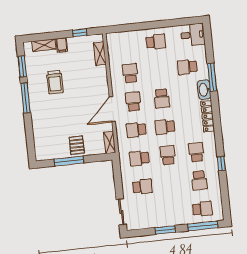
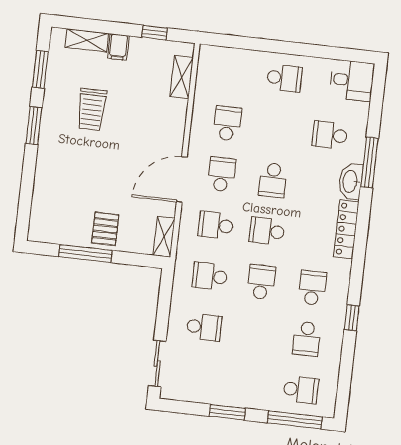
window: (26, 98) -> (34, 126), width x0.69

